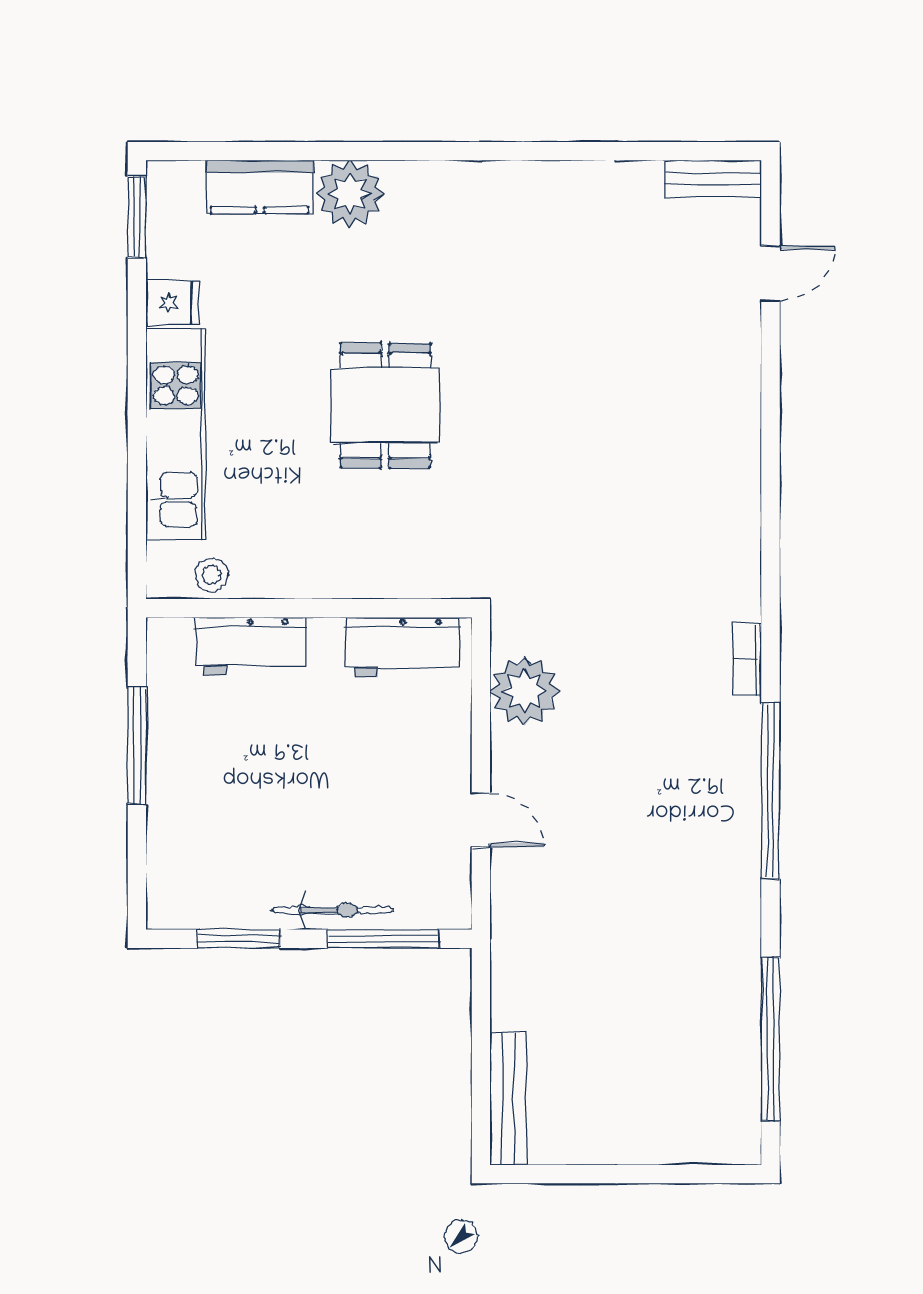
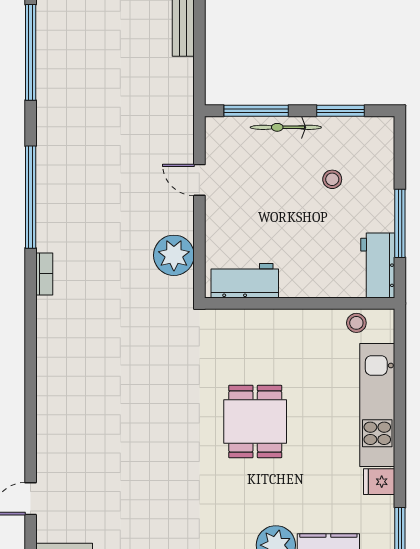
workbench: (251, 646) -> (378, 266), moved, turned -90
stool: (253, 821) -> (332, 179), added

